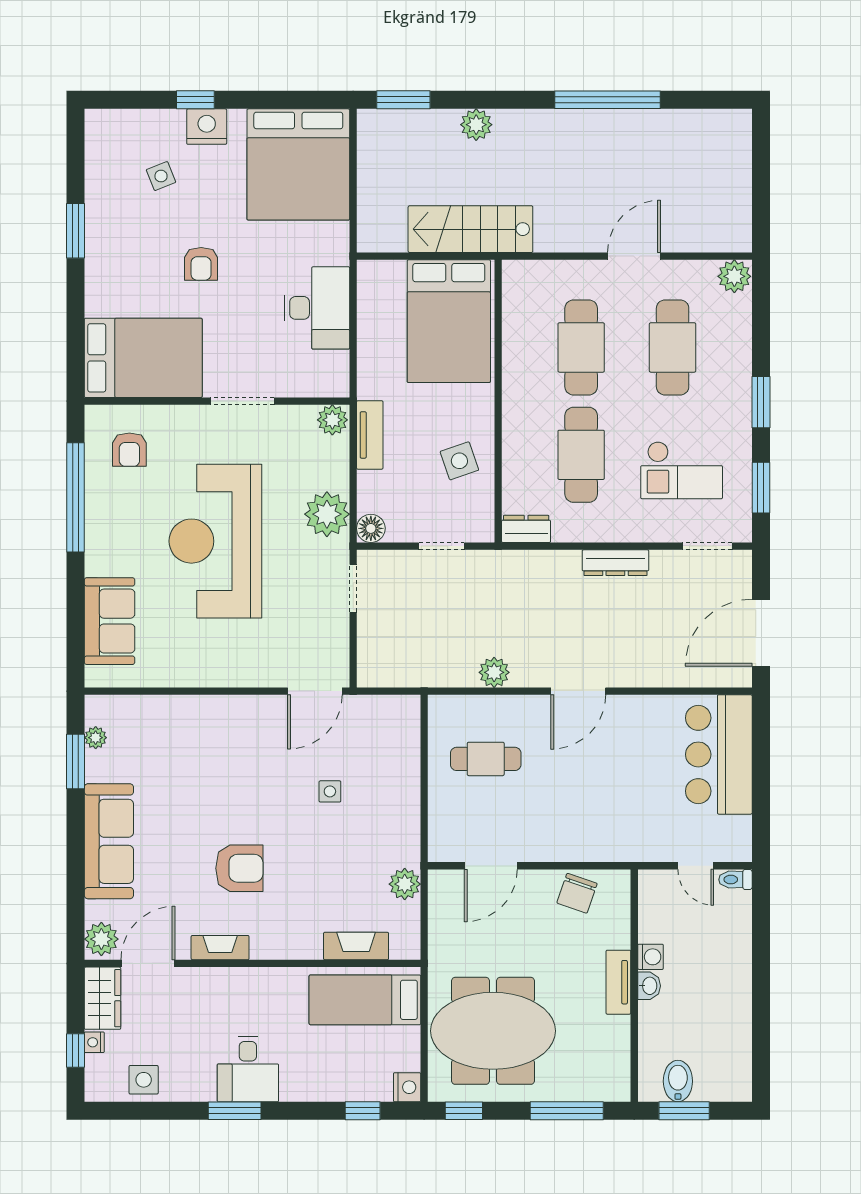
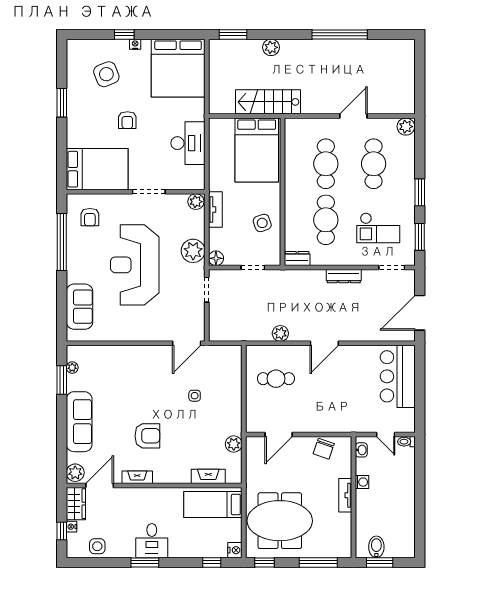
nightstand: (207, 127) -> (135, 44), width x0.53, depth x0.56
side table: (161, 176) -> (106, 74), width x1.87, depth x1.87
washbasin: (649, 986) -> (361, 450), moved

